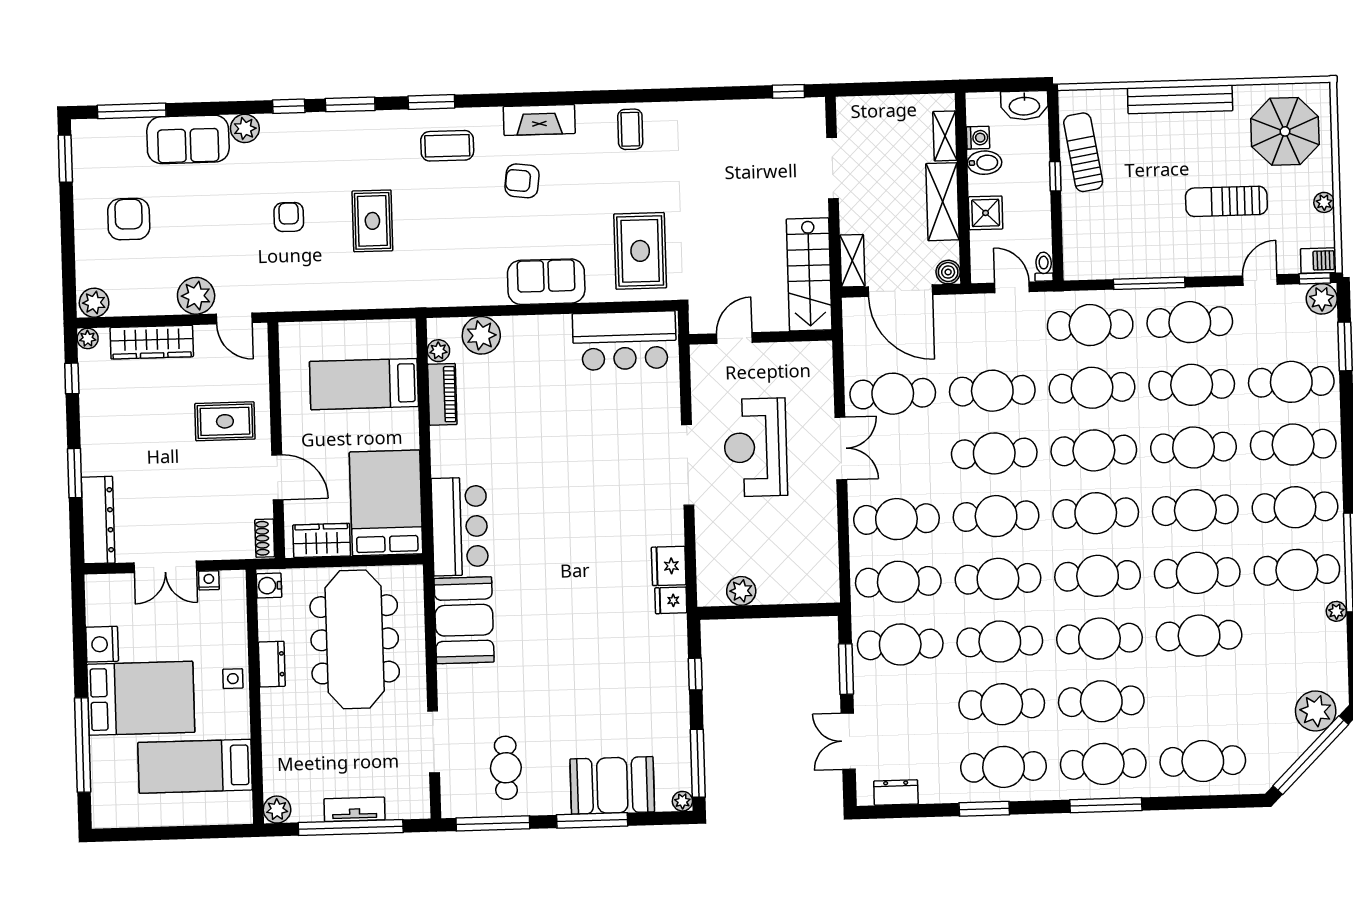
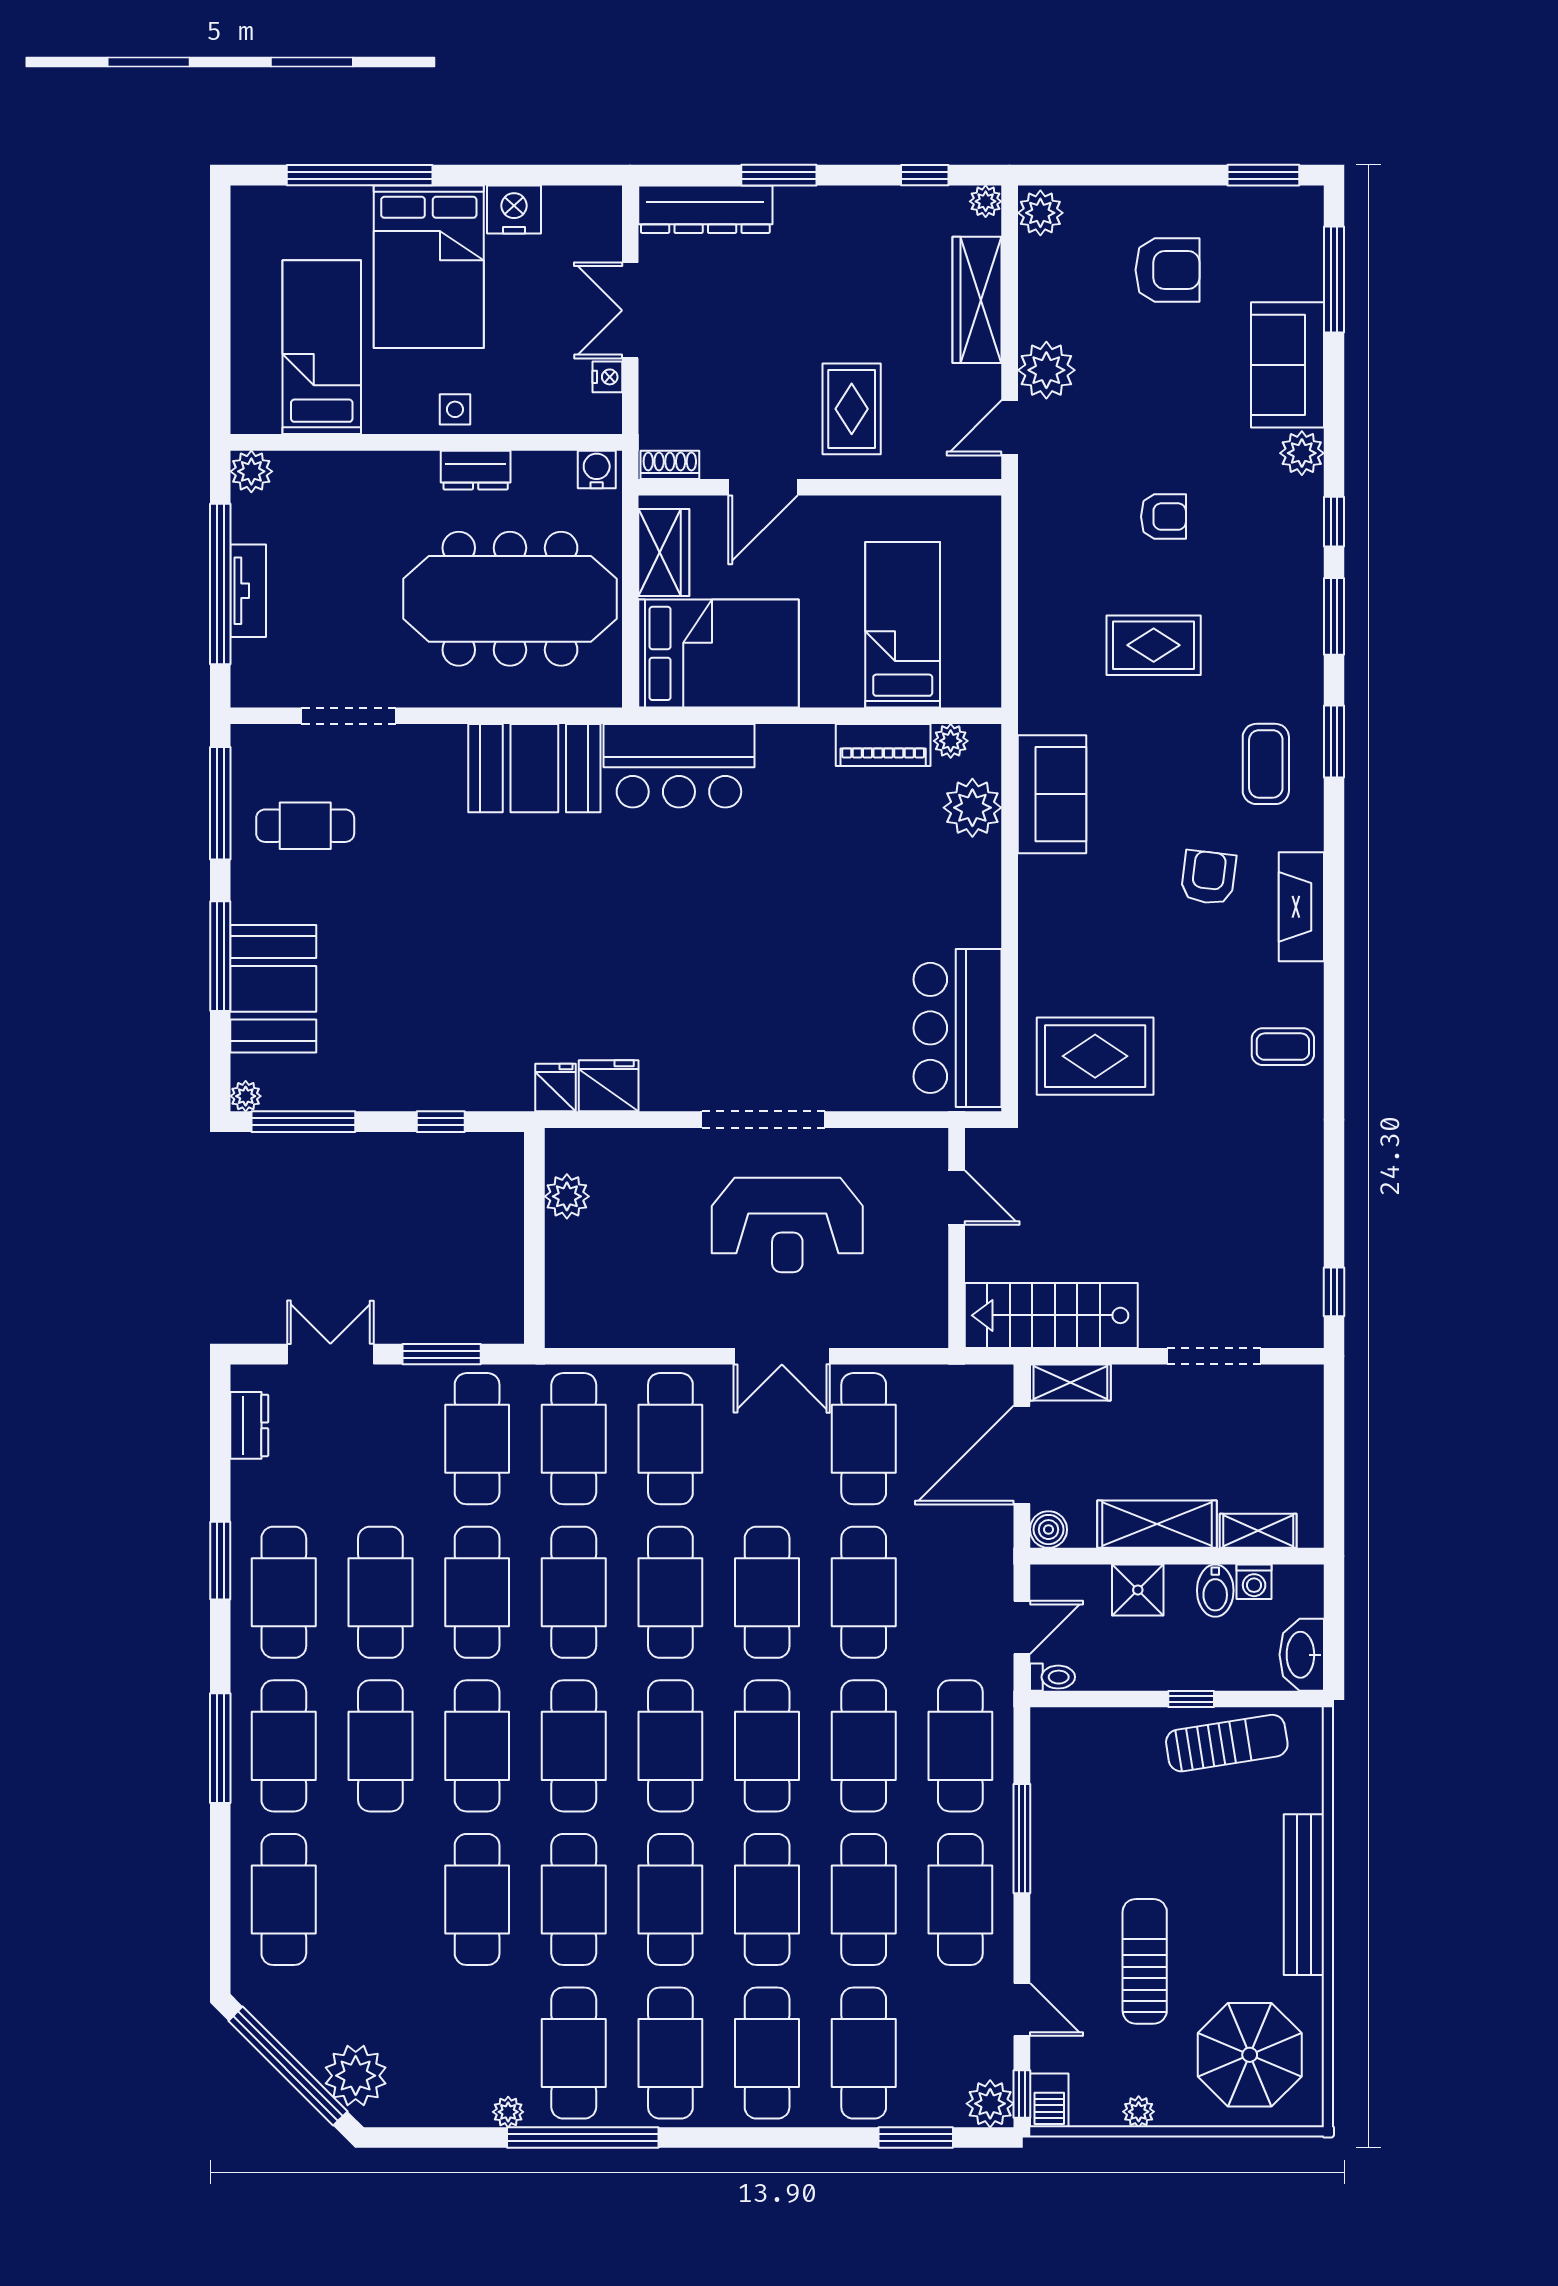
sofa: (546, 282) -> (1052, 794), moved
reception desk: (756, 447) -> (787, 1225), turned 180

